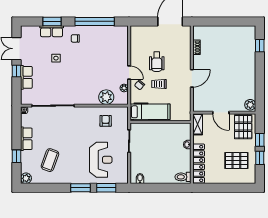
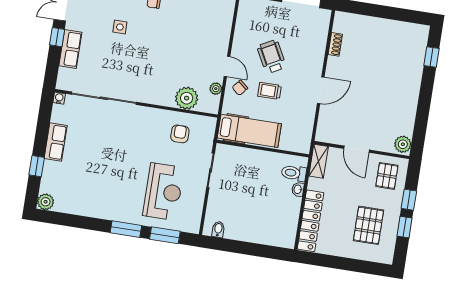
wheelchair: (157, 62) -> (272, 57), turned 152
pallet: (243, 127) -> (387, 176), width x0.67, depth x0.71
coffee table: (50, 160) -> (86, 180), removed
pallet: (236, 161) -> (369, 225), turned 90
toilet: (183, 177) -> (294, 173), moved

